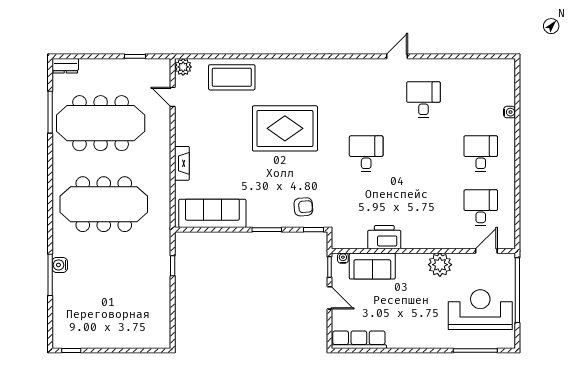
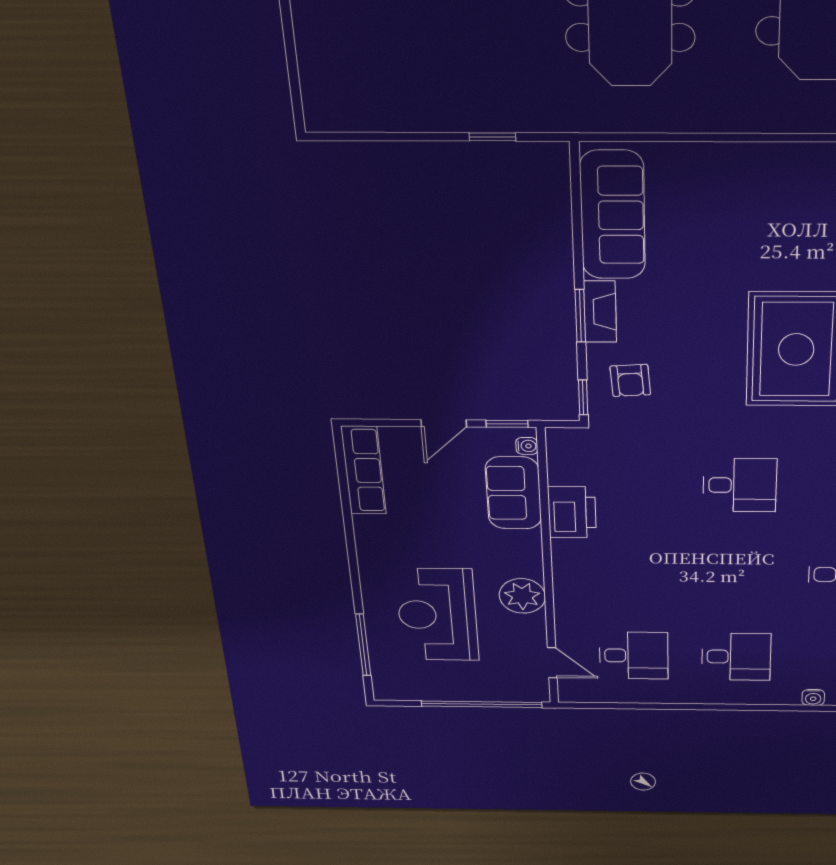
fireplace: (182, 163) -> (600, 312), moved, turned -90
reception desk: (480, 310) -> (437, 615), moved, turned 180

